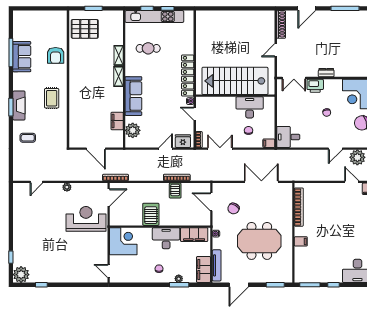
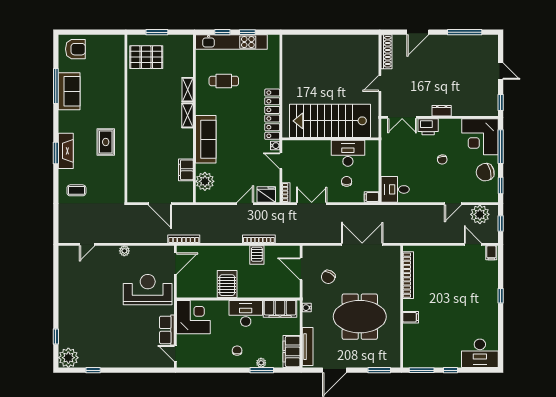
armchair: (56, 55) -> (75, 49), moved, turned -90
row of seats: (102, 252) -> (167, 330), added

